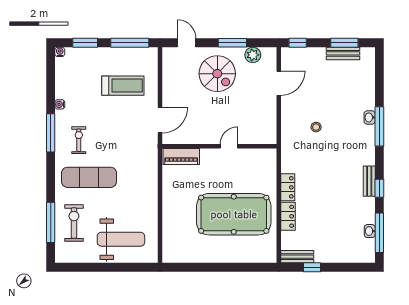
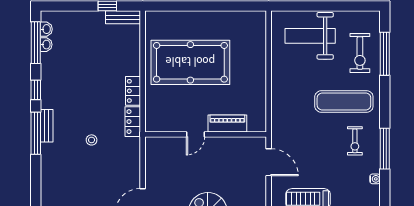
washbasin: (370, 117) -> (46, 29), moved
door: (160, 120) -> (269, 162), swing flipped
window: (379, 126) -> (36, 133), moved
stool: (316, 127) -> (92, 140), moved
piano: (181, 157) -> (227, 123), moved
bench: (369, 181) -> (47, 126), moved
locker: (288, 216) -> (133, 122), moved

